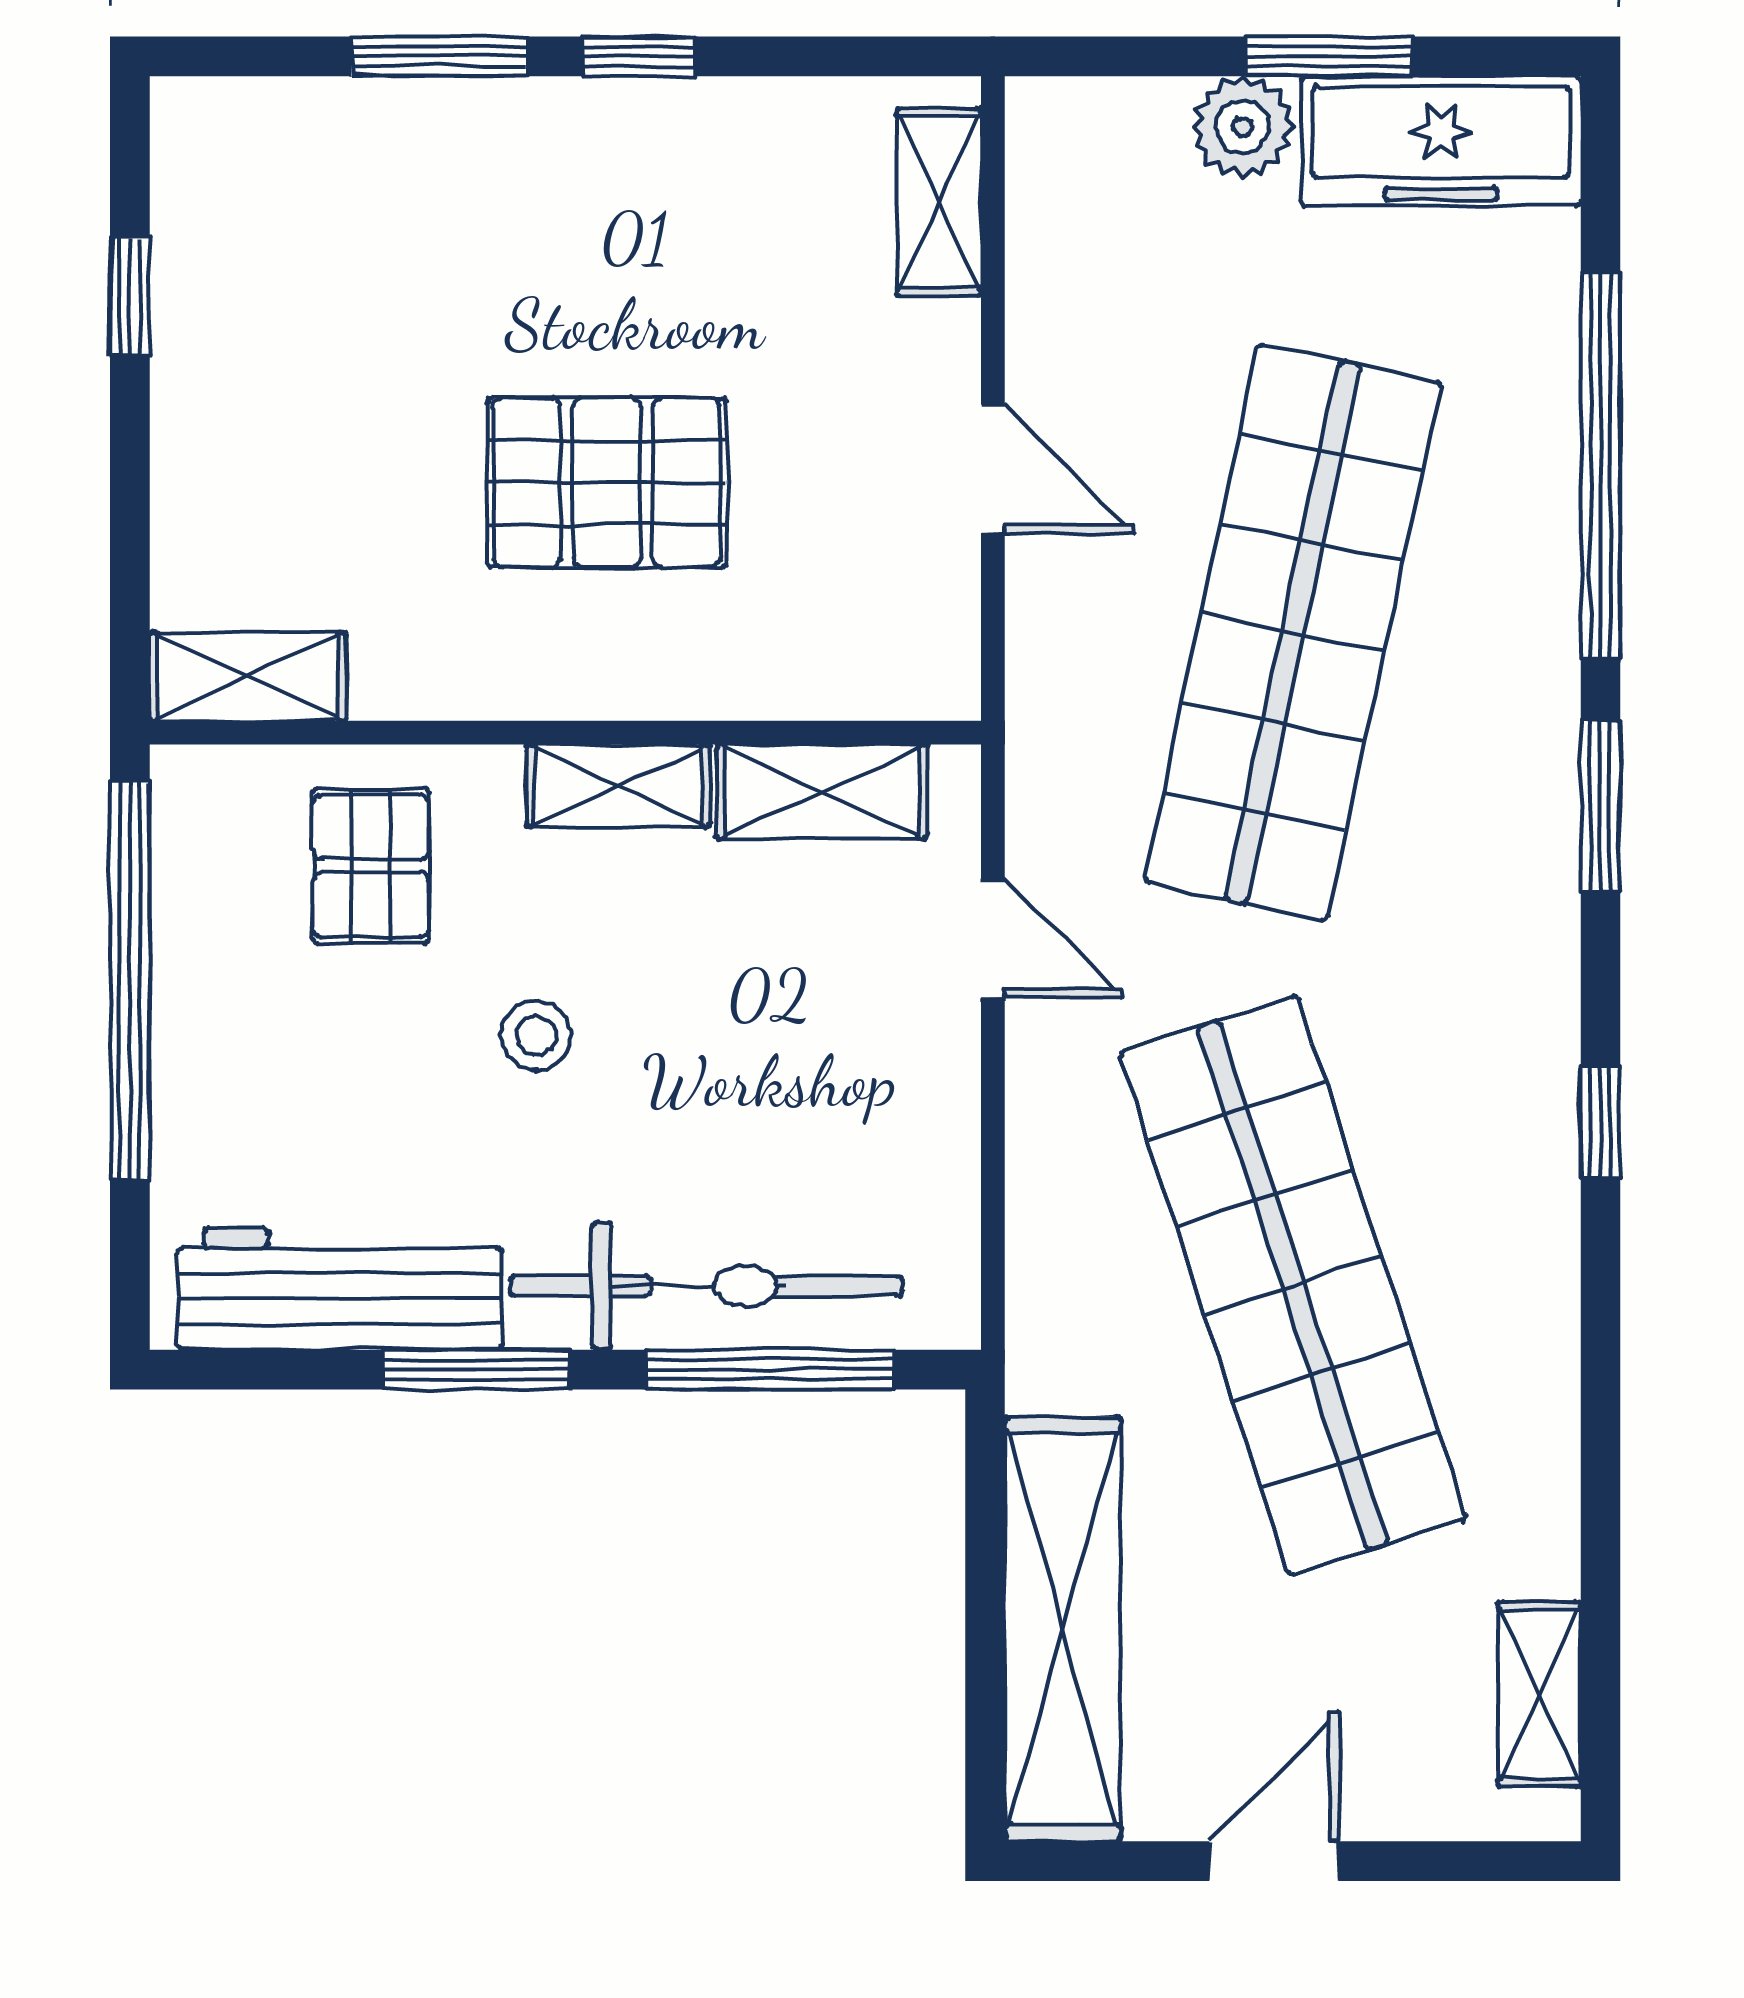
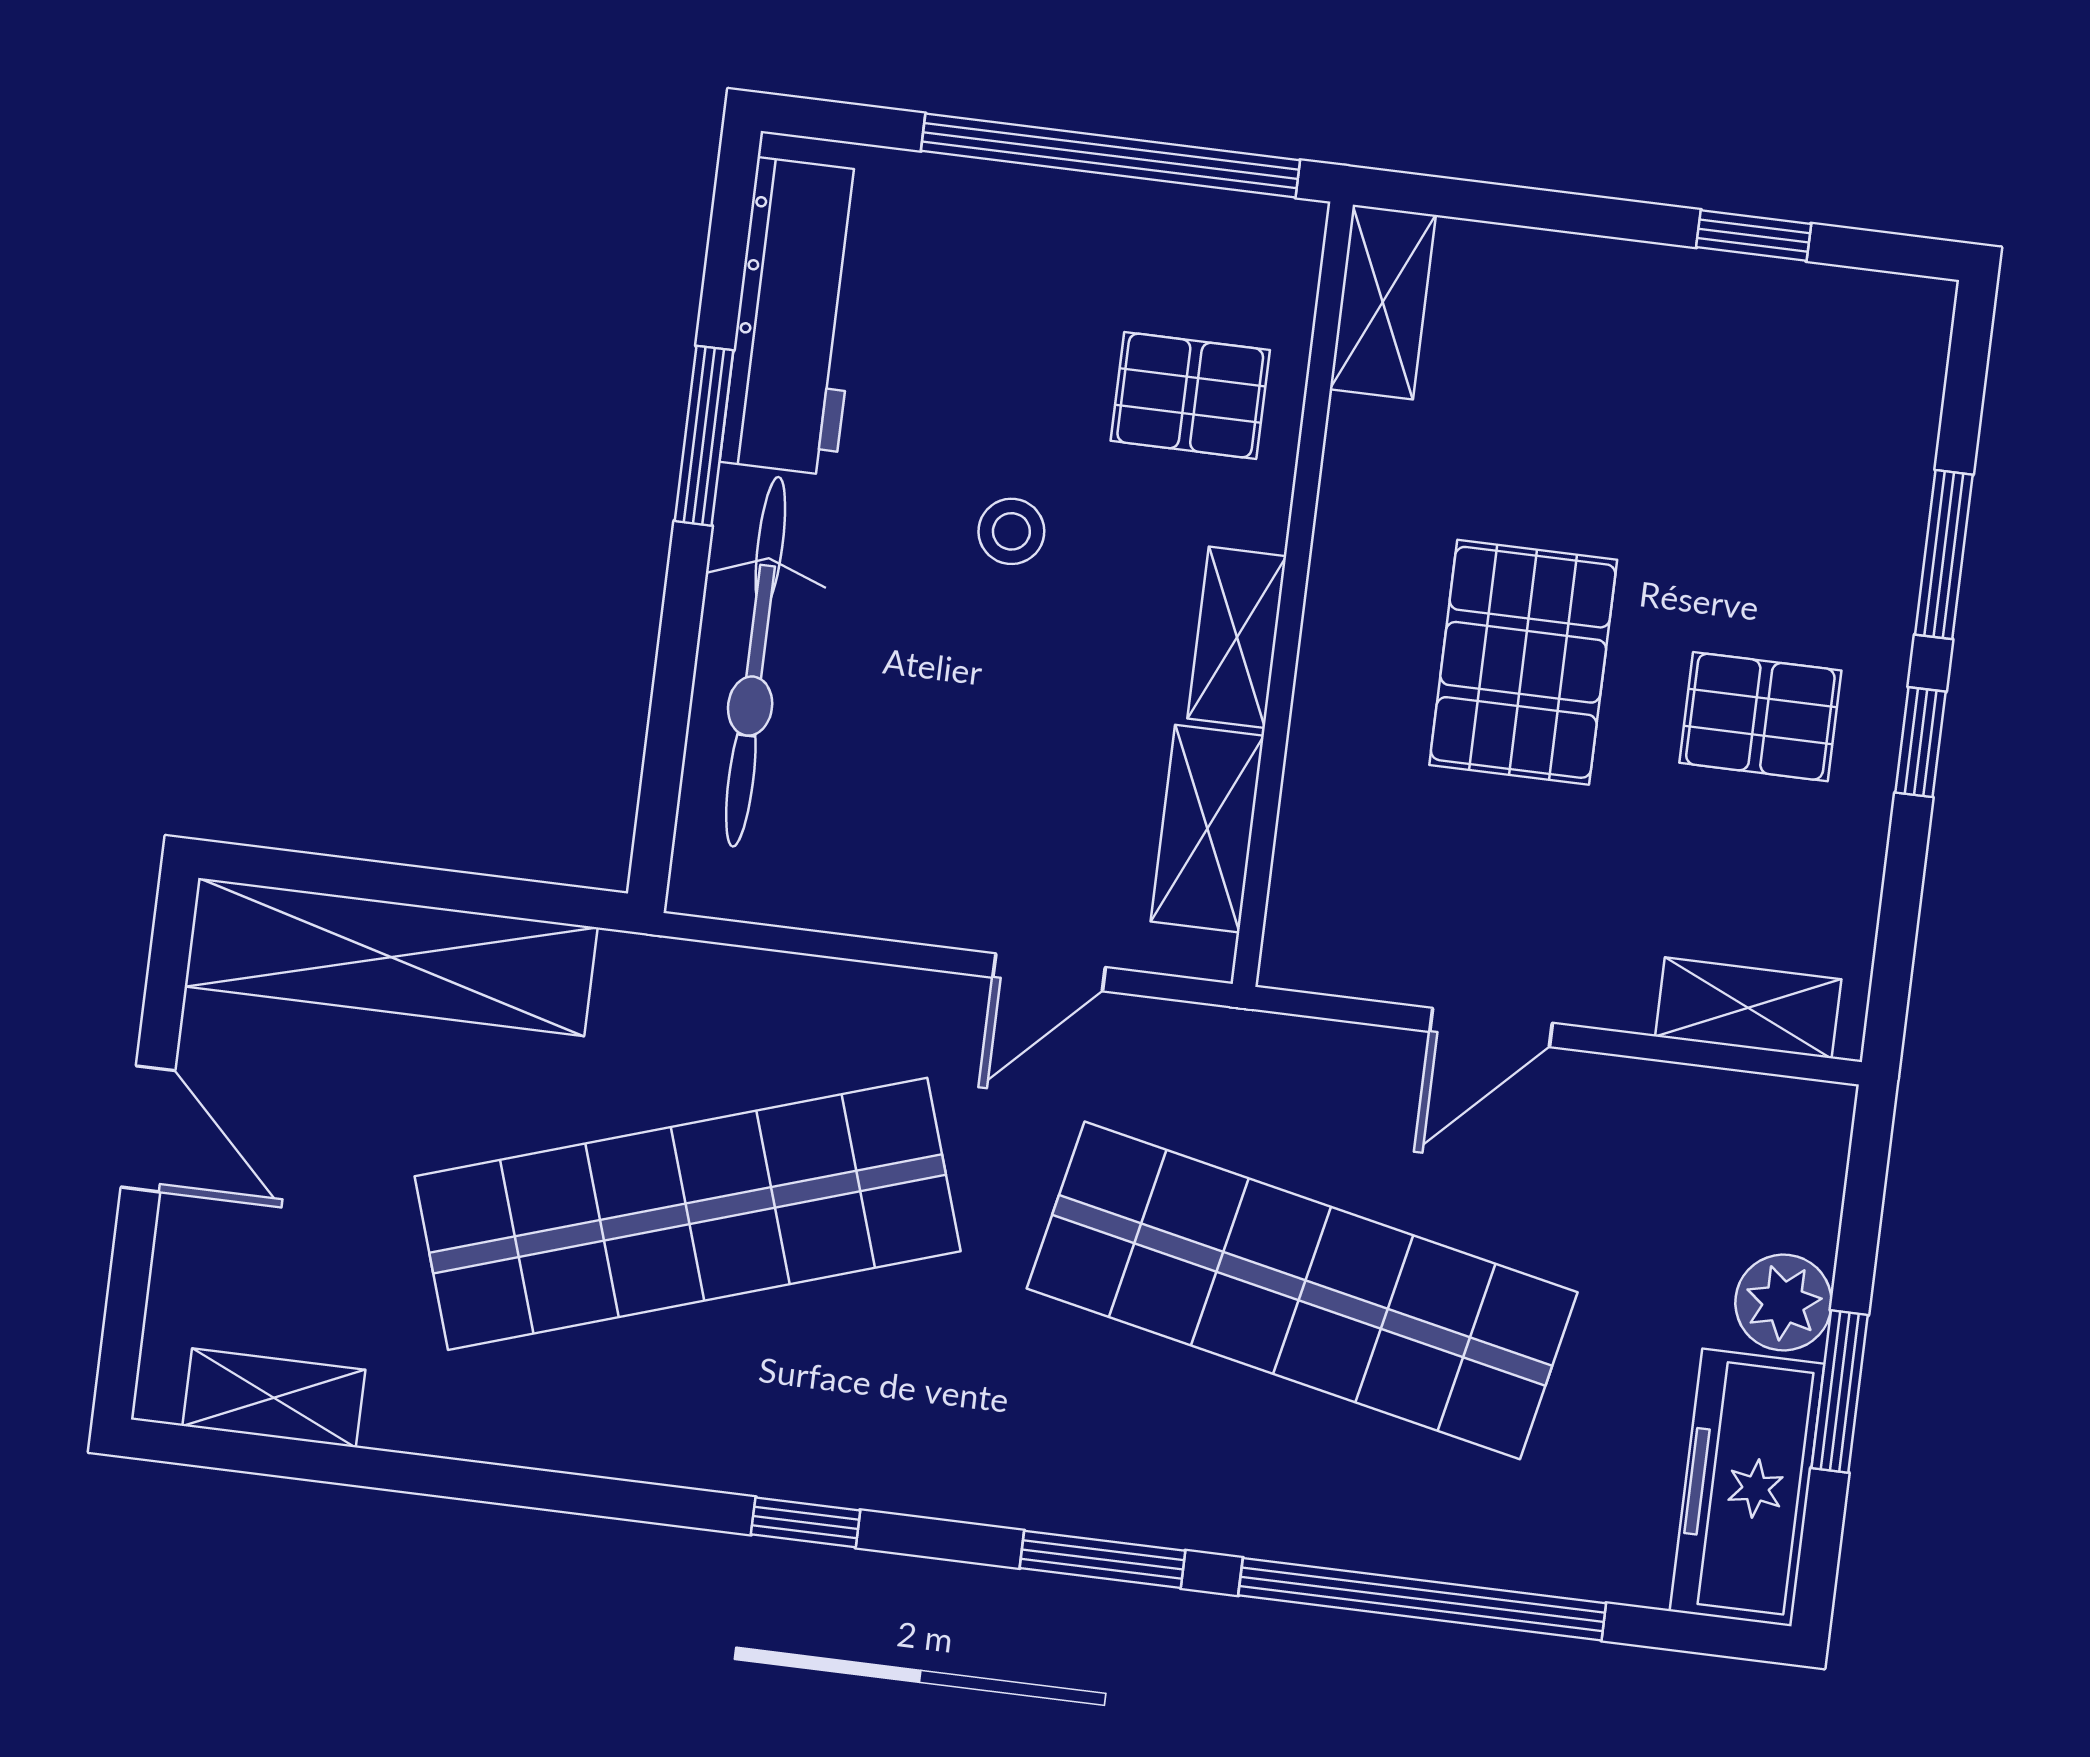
pallet: (633, 227) -> (1760, 717), added
window: (770, 1370) -> (670, 712), removed

